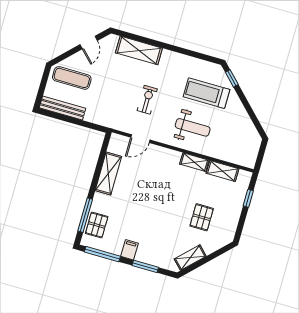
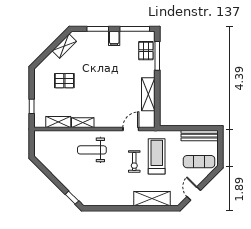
treadmill: (207, 93) -> (157, 156), moved, turned -90
pallet: (202, 217) -> (64, 81), turned 90

